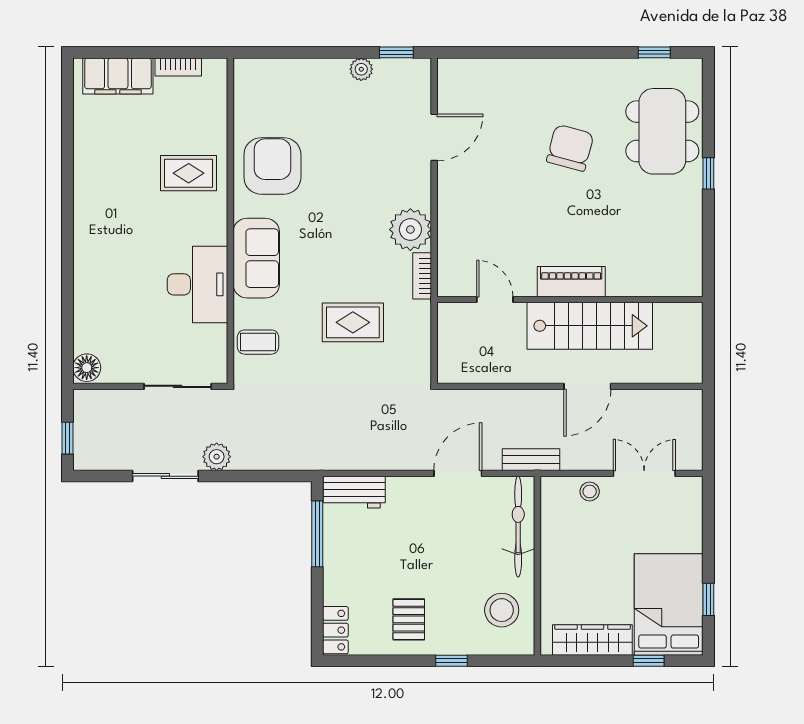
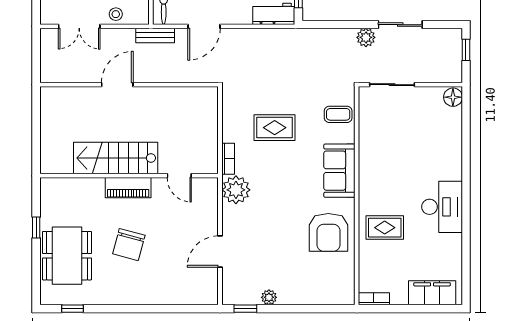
bookcase: (178, 67) -> (374, 299), moved
piano: (571, 282) -> (128, 188), moved
desk: (198, 284) -> (442, 207), moved, turned 180
door: (495, 299) -> (179, 176), moved
wall: (570, 299) -> (129, 176), moved
stairs: (590, 326) -> (116, 158), moved

